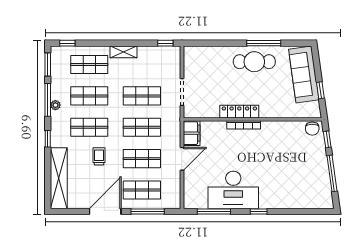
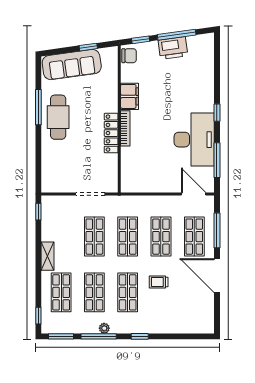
filing cabinet: (192, 133) -> (130, 96), moved, turned 90
door: (182, 159) -> (194, 194), moved
printer: (319, 170) -> (173, 48), added
shelving: (59, 178) -> (182, 325), removed

